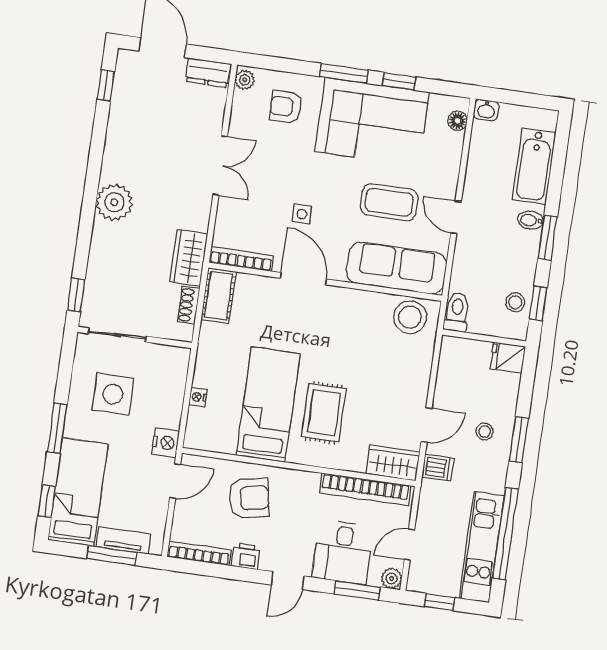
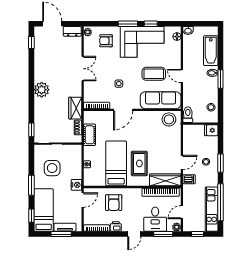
door: (303, 279) -> (123, 110), swing flipped
cot: (219, 296) -> (90, 135), moved
window: (538, 303) -> (220, 106), removed
wardrobe: (393, 463) -> (165, 180), width x1.50
armchair: (249, 498) -> (114, 203), turned 101

